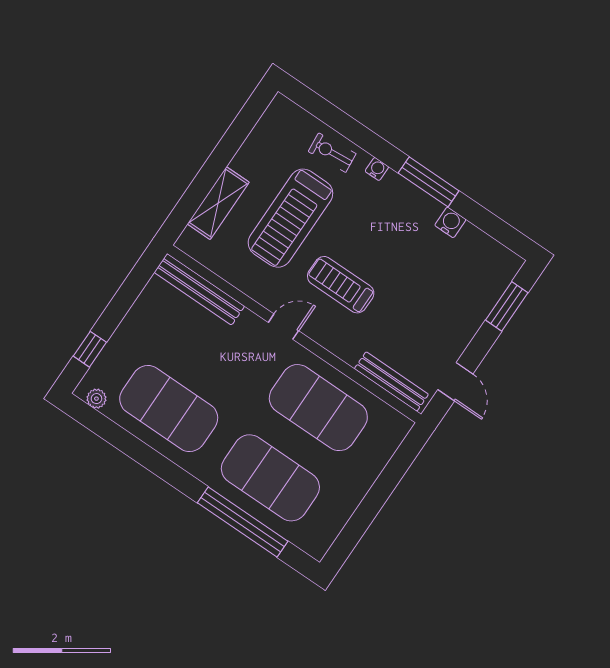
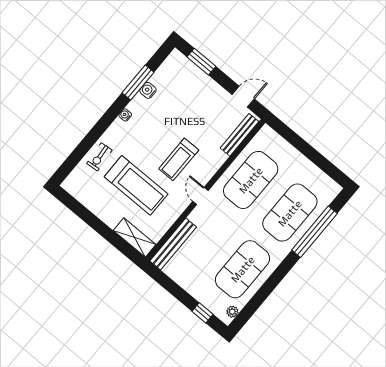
water cooler: (377, 169) -> (125, 115), moved
window: (429, 182) -> (138, 82), moved
shelving: (218, 203) -> (135, 238), moved

